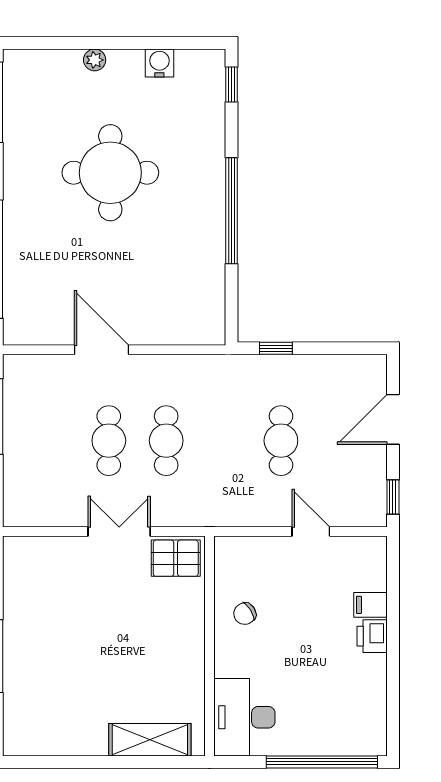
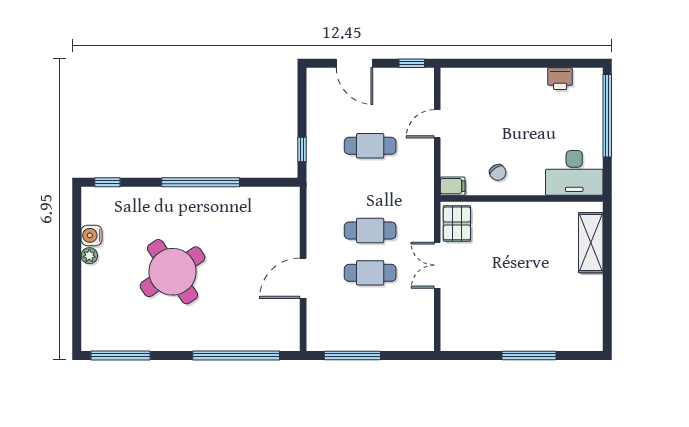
plant: (95, 60) -> (89, 256), moved
round table: (110, 173) -> (173, 272), turned -34
filing cabinet: (371, 605) -> (453, 186), moved, turned -90
printer: (372, 636) -> (560, 79), moved

